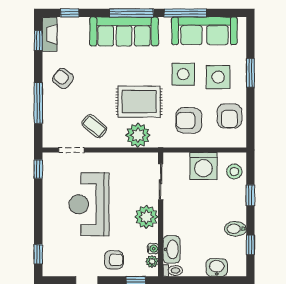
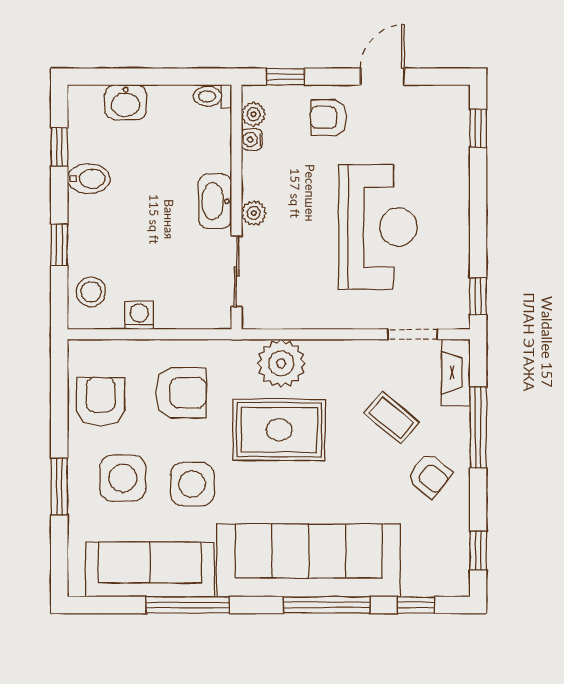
window: (131, 13) -> (327, 605), moved
sofa: (124, 32) -> (309, 560), width x1.36, depth x1.27
fireplace: (50, 34) -> (456, 373), moved
coffee table: (94, 126) -> (391, 418), moved
washing machine: (204, 166) -> (139, 315), width x0.53, depth x0.53
plant: (146, 217) -> (254, 213), width x0.53, depth x0.53
washbasin: (172, 249) -> (215, 201), moved

